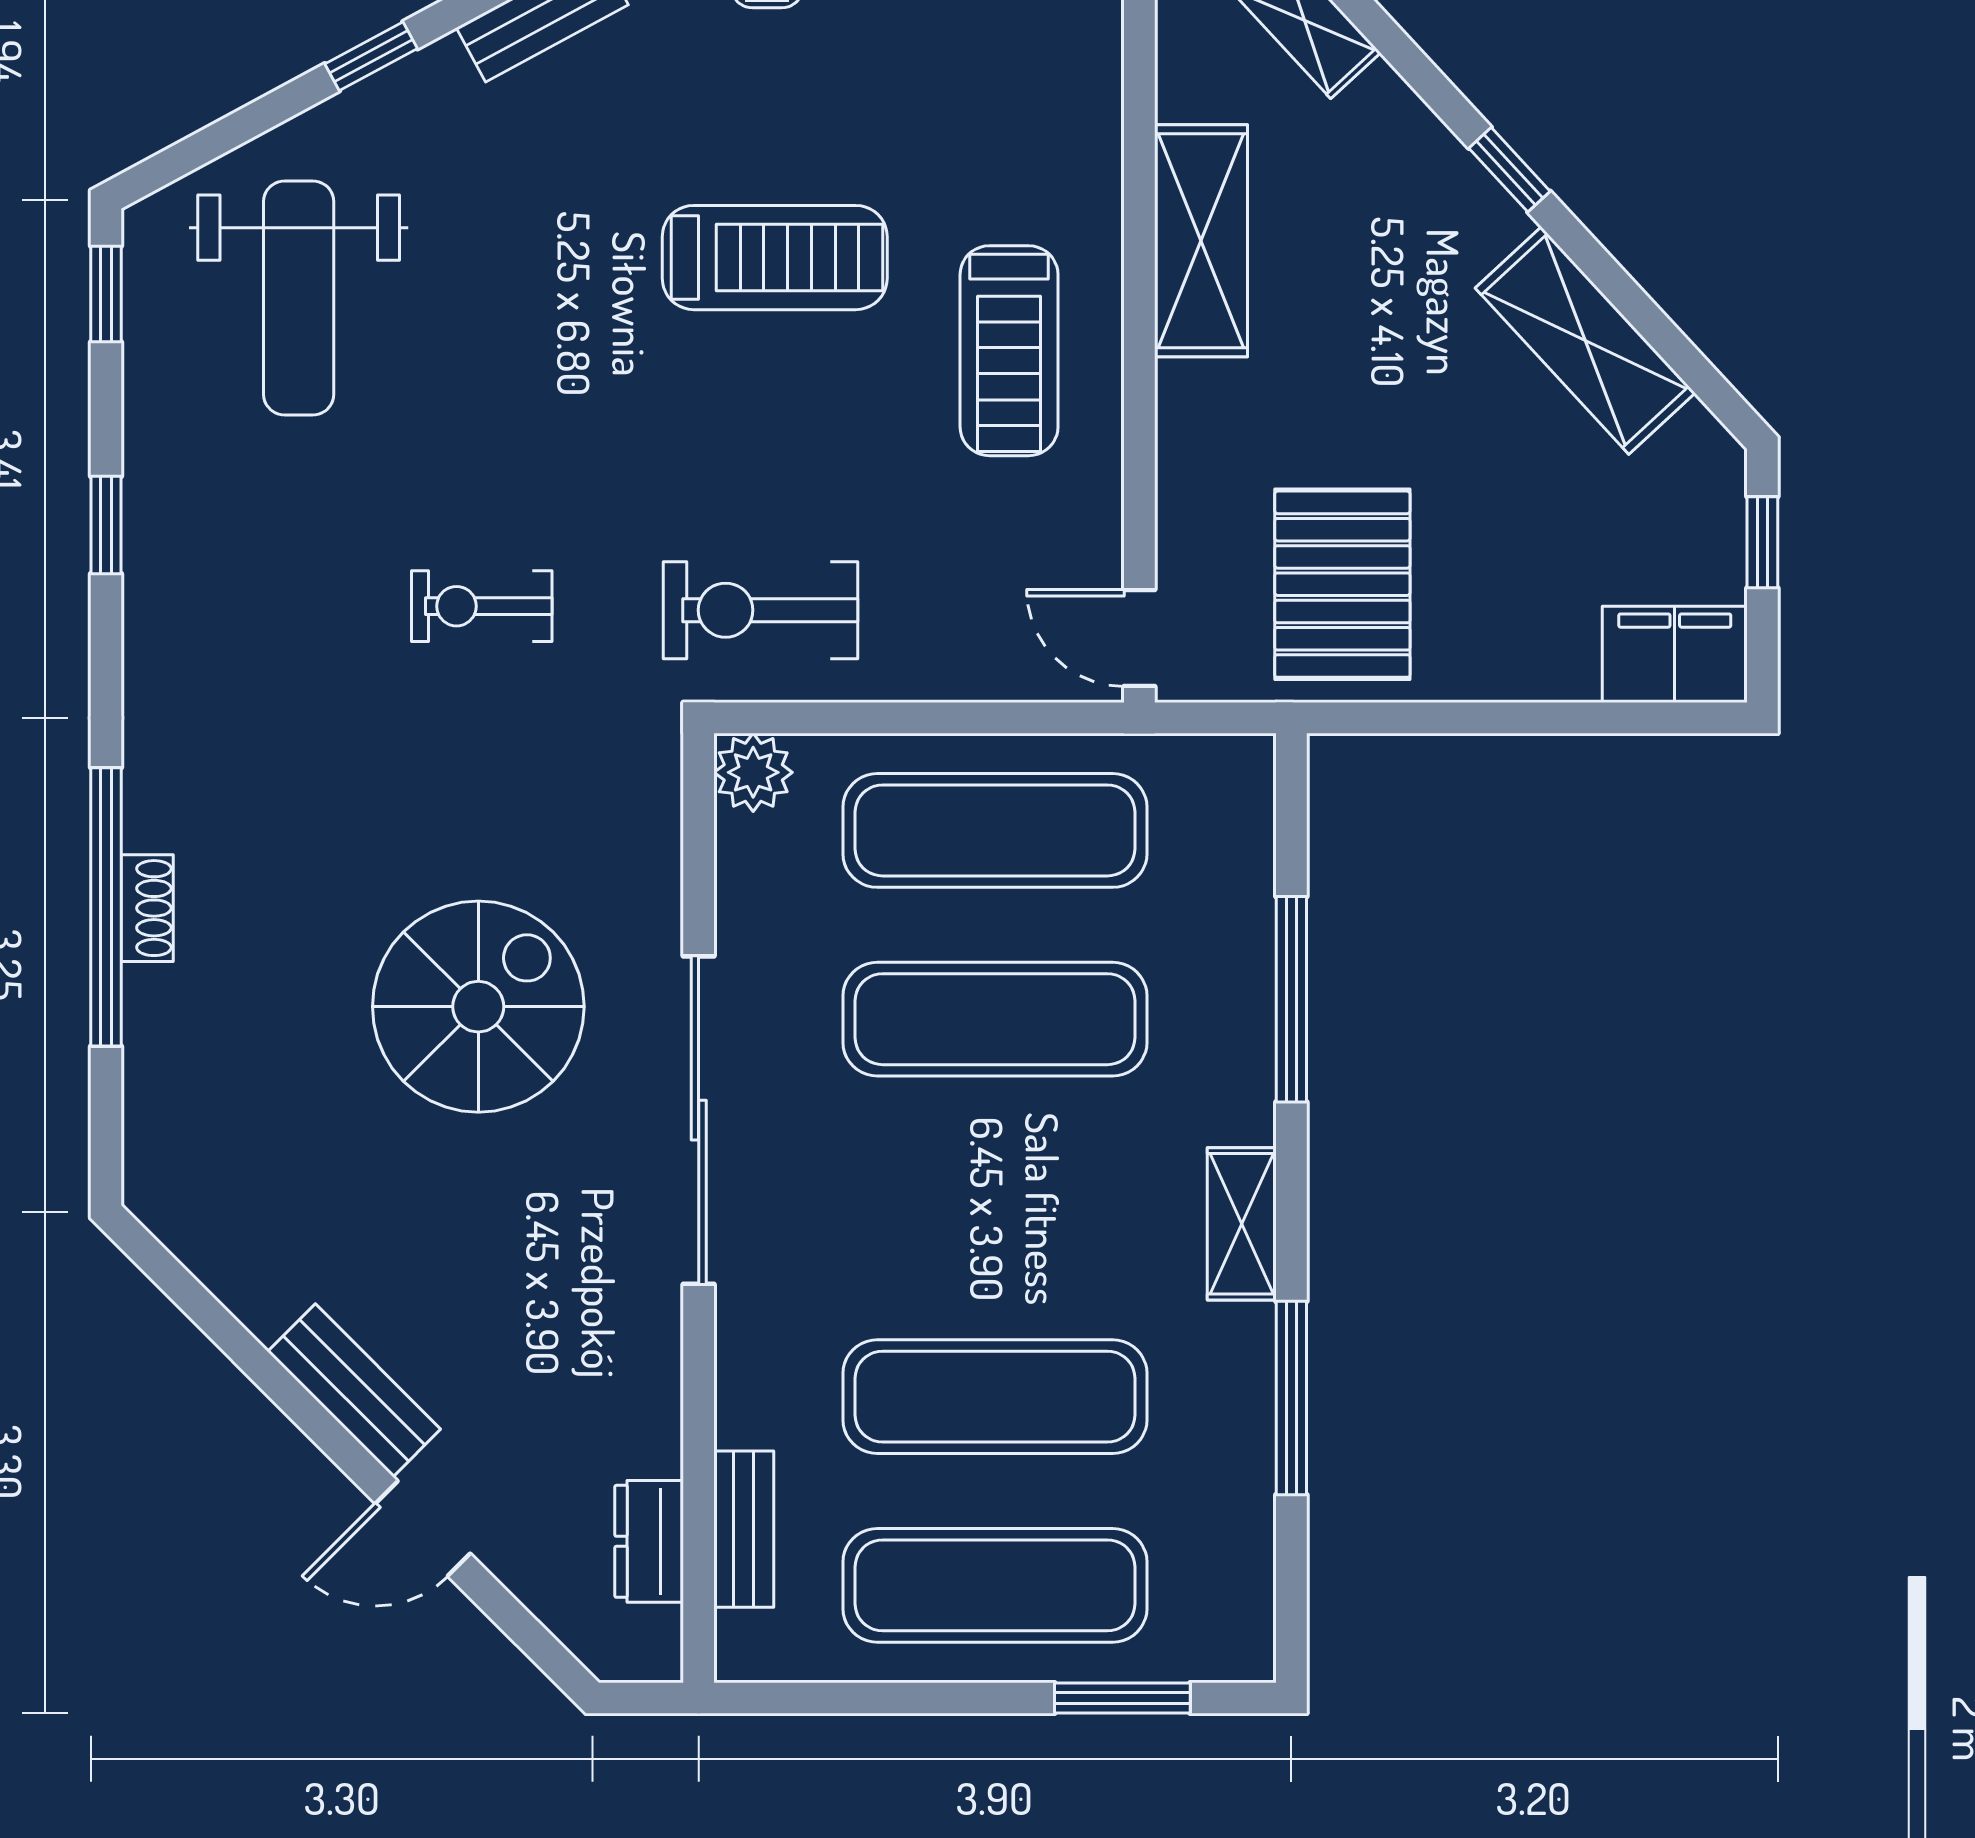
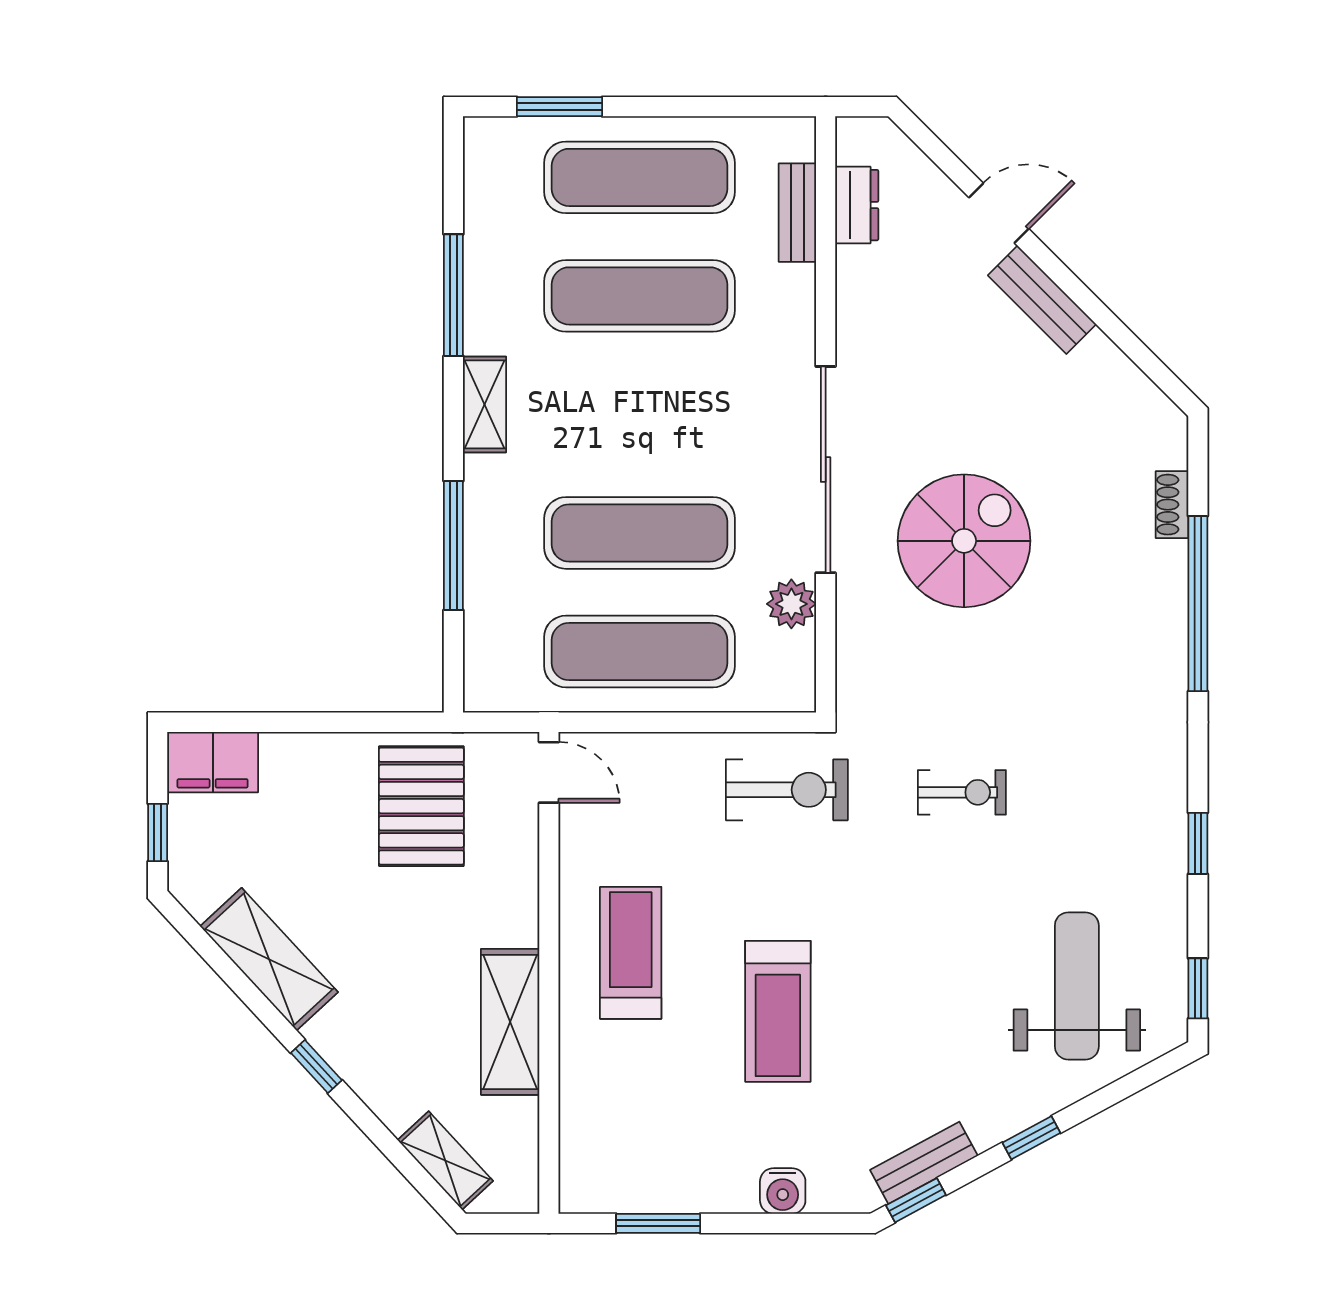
treadmill: (775, 258) -> (778, 1011), turned -90
plant: (753, 772) -> (791, 604), moved
shoe rack: (147, 908) -> (1172, 505), moved
spiral stairs: (478, 1007) -> (964, 541), turned 180

